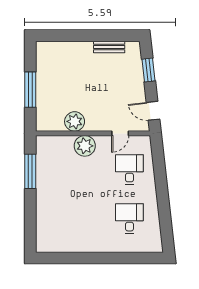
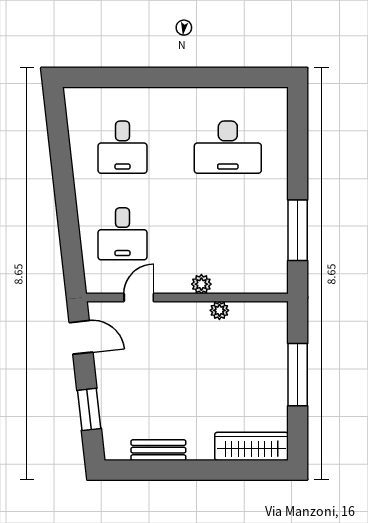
wardrobe: (56, 49) -> (251, 446), added
plant: (75, 121) -> (219, 310), width x0.53, depth x0.53
plant: (85, 146) -> (201, 284), width x0.53, depth x0.53
desk: (70, 219) -> (228, 147), added

